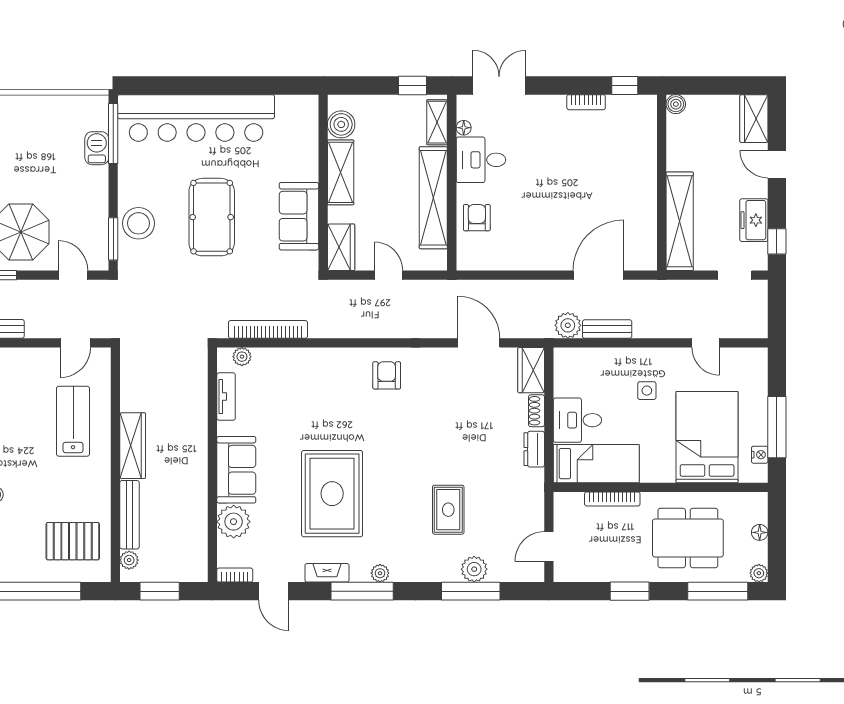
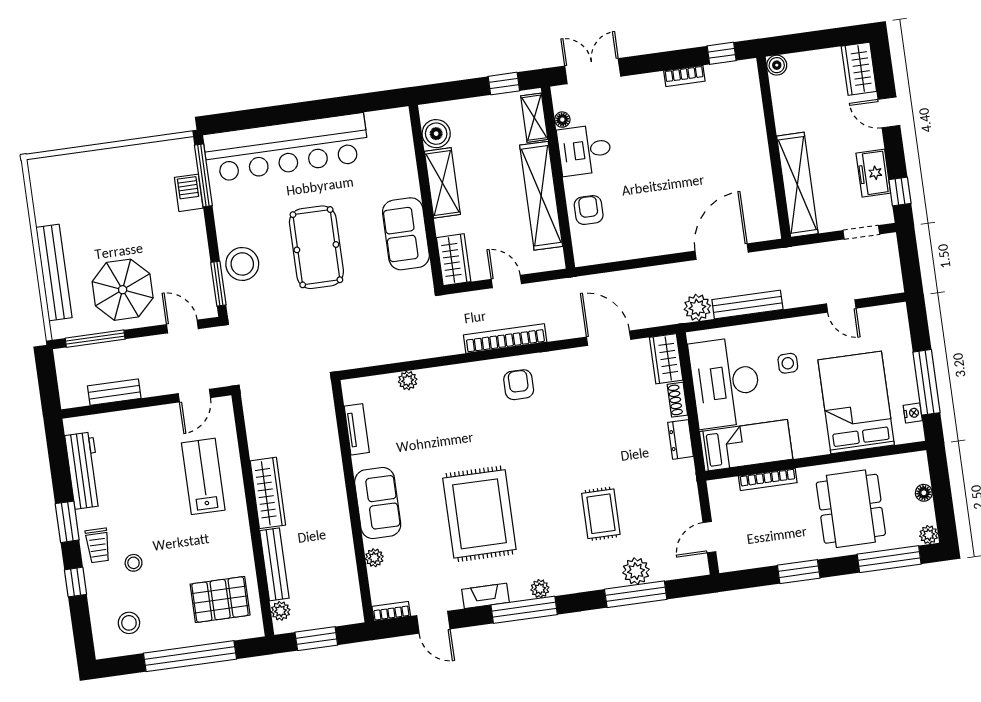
bookcase: (268, 329) -> (505, 338), moved
bench: (607, 329) -> (747, 304), width x1.36
plant: (242, 357) -> (408, 380), moved
desk: (577, 420) -> (725, 382), width x1.87, depth x1.30
plant: (234, 522) -> (374, 558), width x0.53, depth x0.53
dining table: (688, 538) -> (851, 509), turned 90

